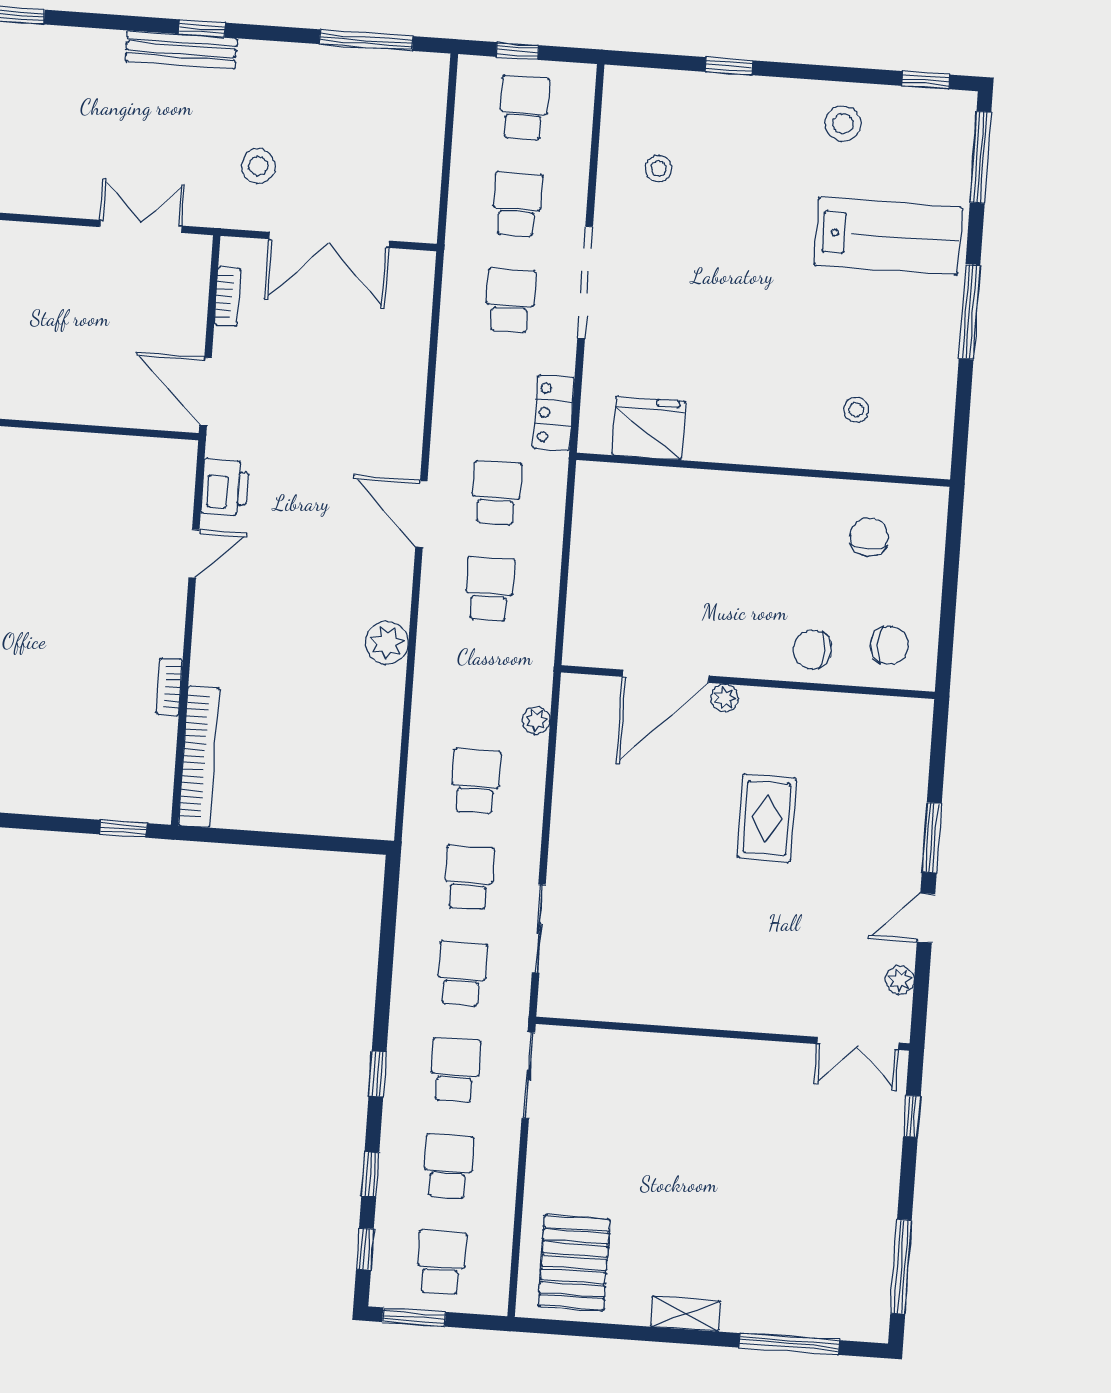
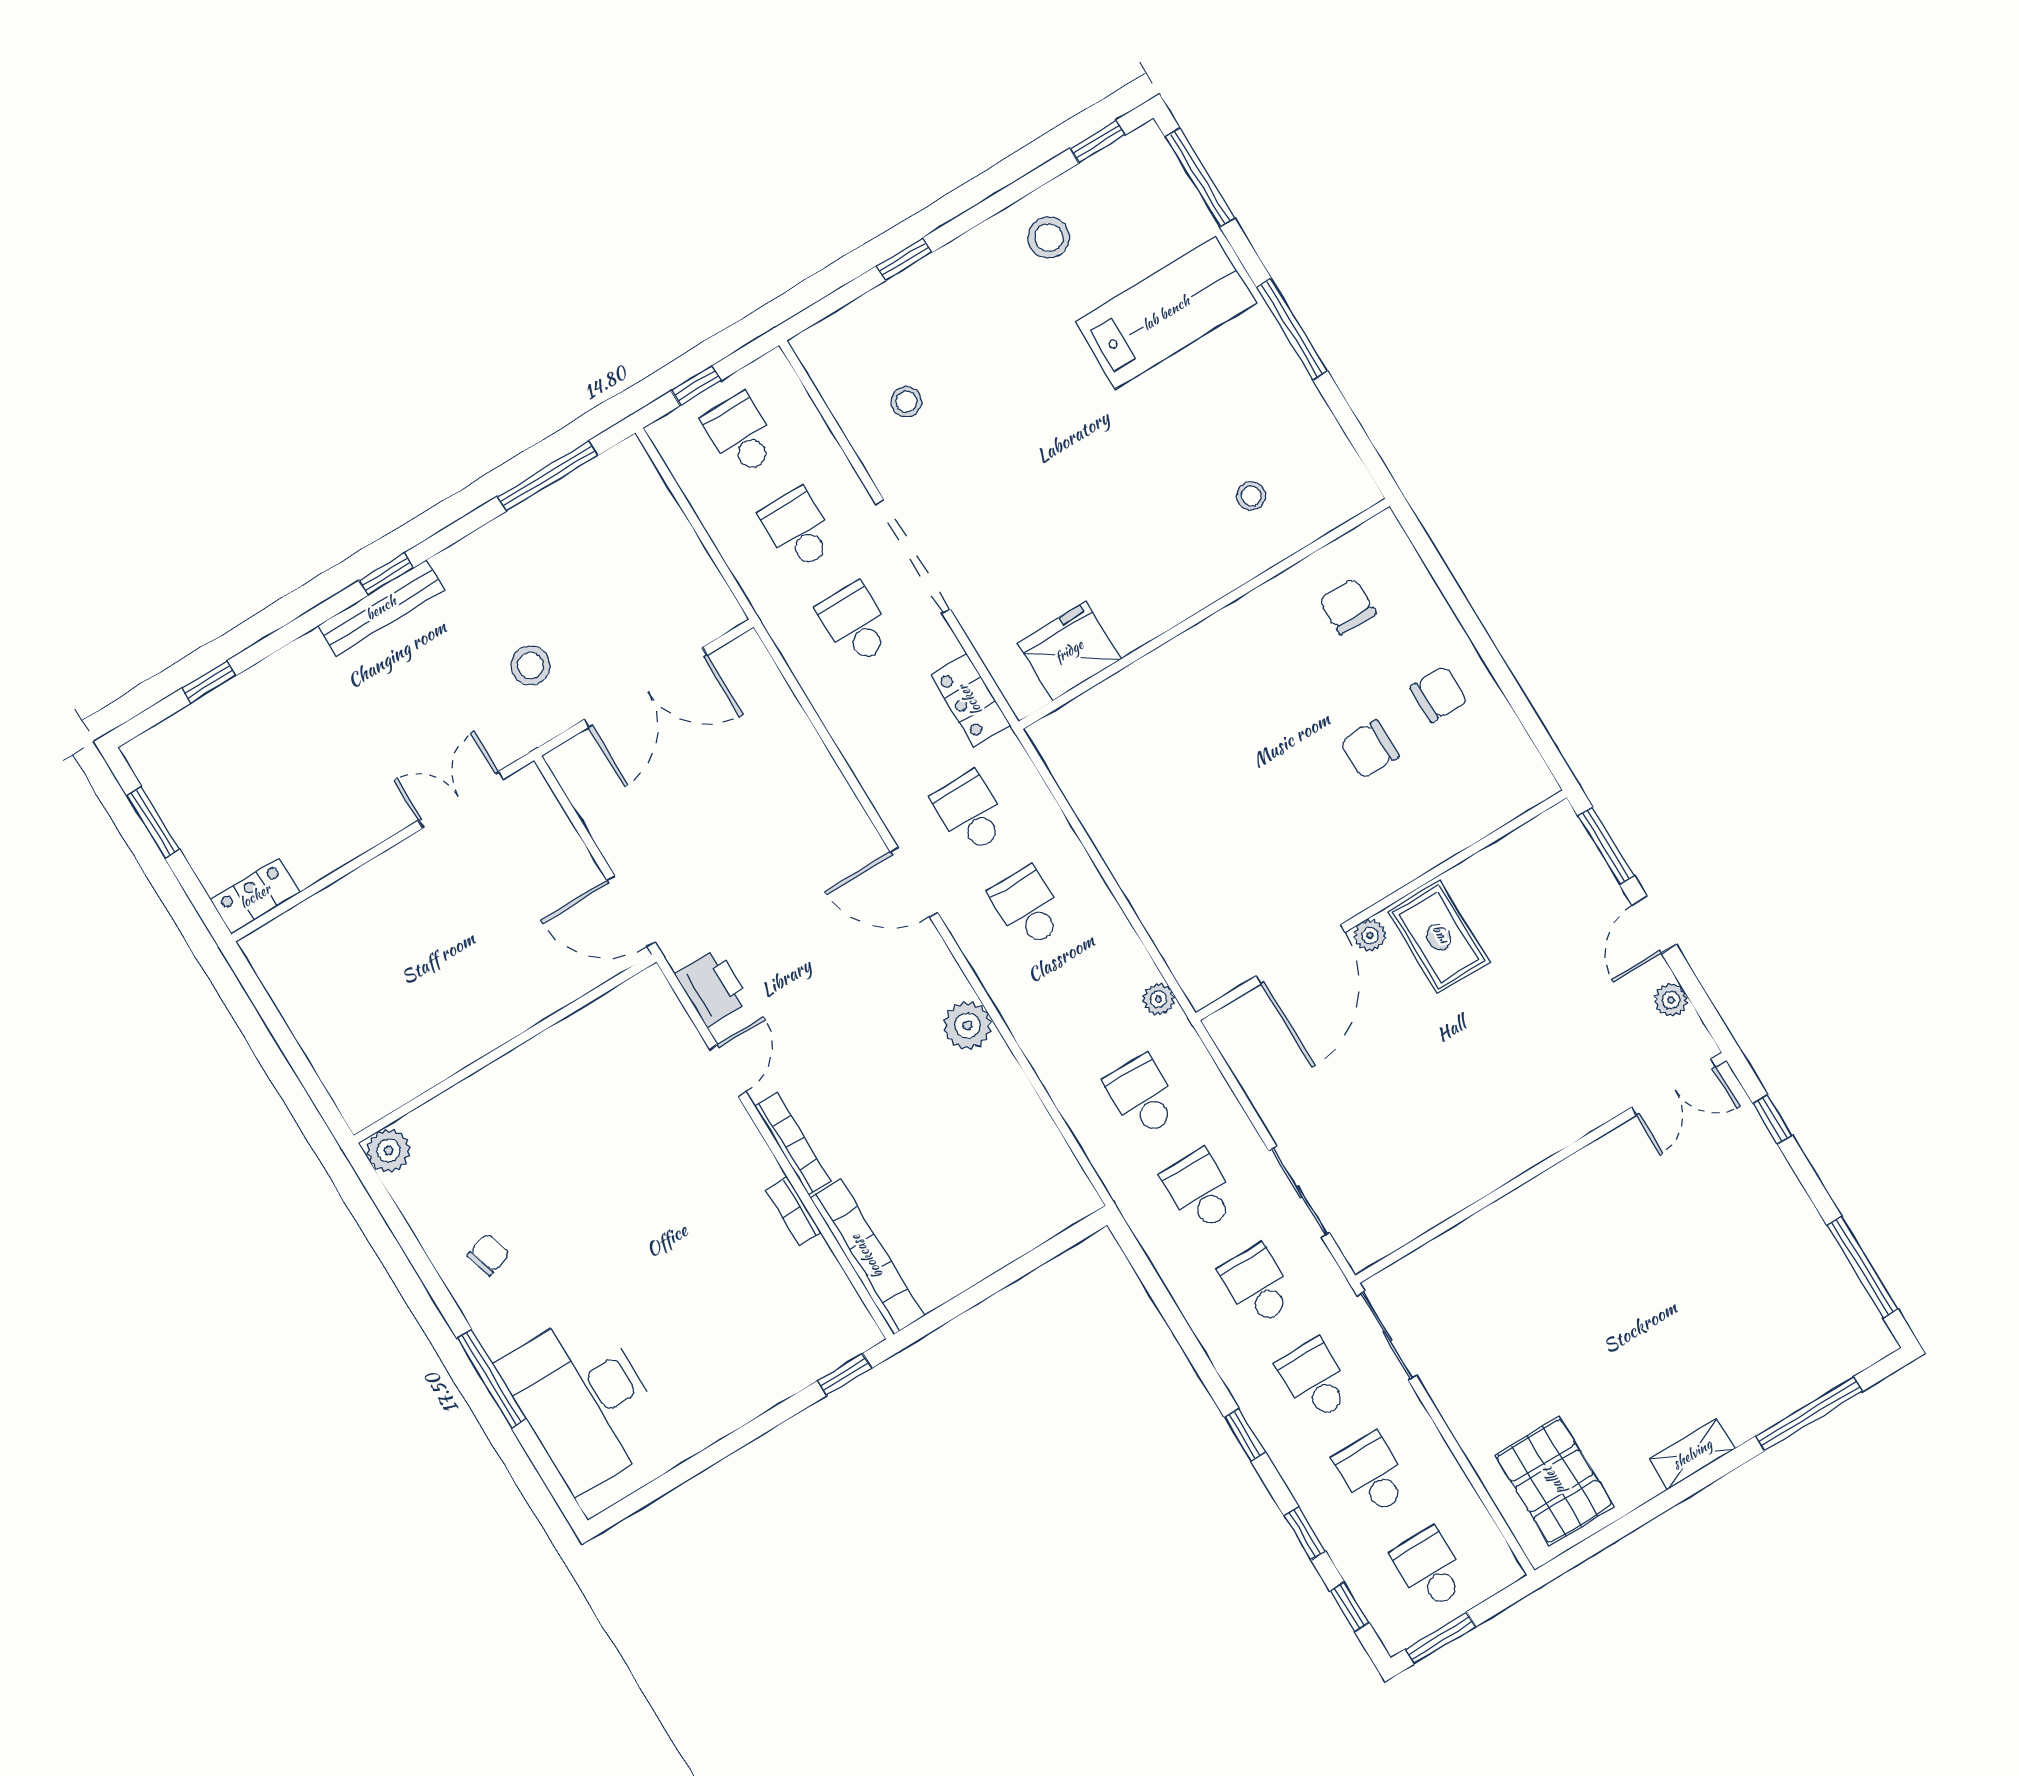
bookcase: (228, 296) -> (793, 1144), moved, width x1.56
door: (666, 676) -> (1301, 954), moved
wall: (748, 682) -> (1381, 905), moved
plant: (725, 698) -> (1370, 935), moved

